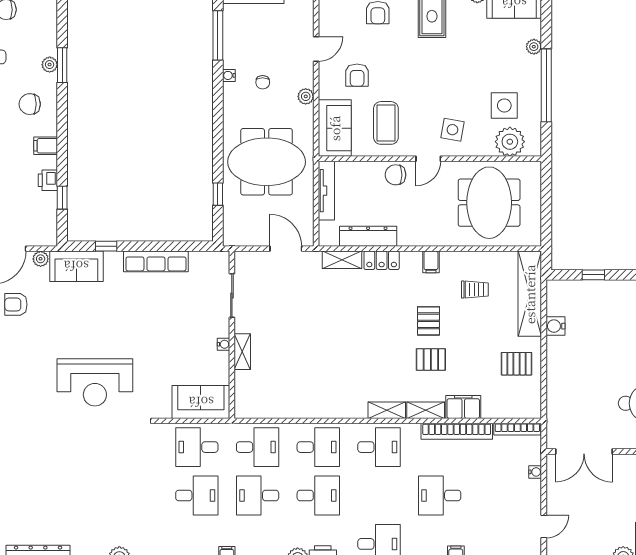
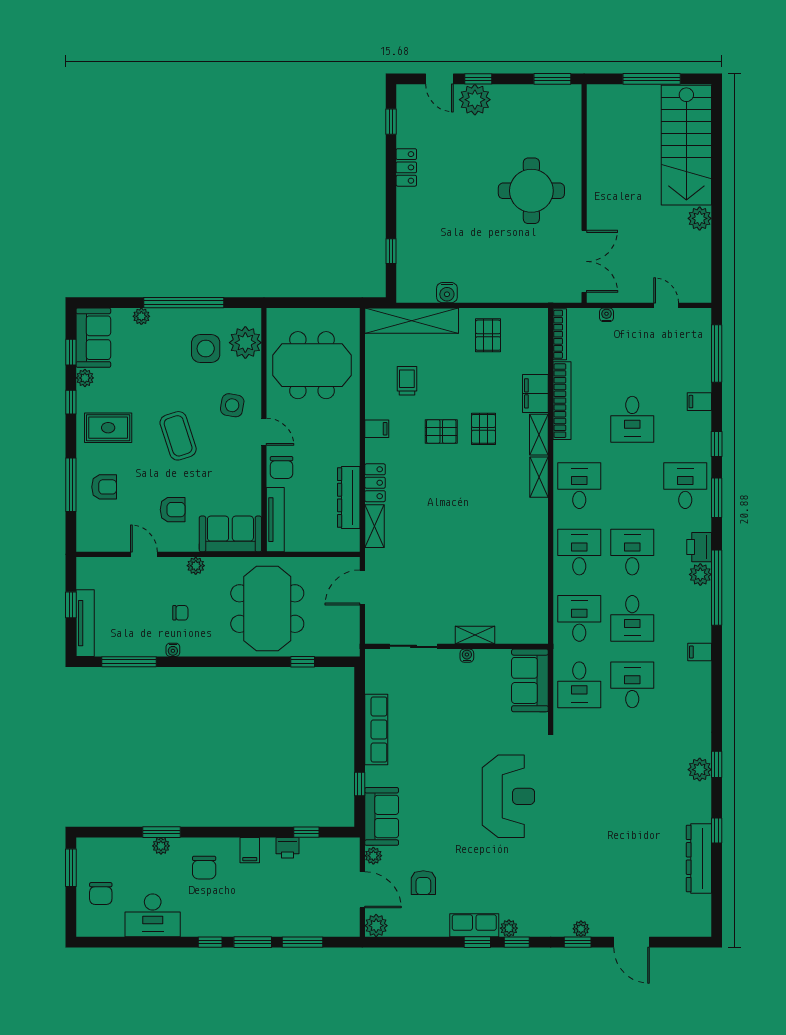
coffee table: (386, 123) -> (178, 436), moved, turned 72
tv unit: (326, 191) -> (275, 520), moved, turned 90

